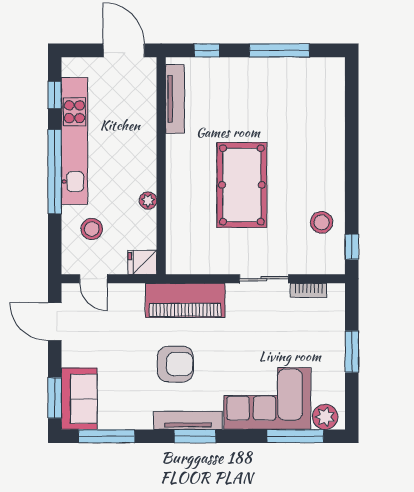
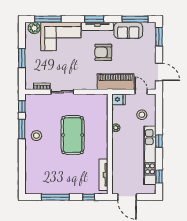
window: (55, 172) -> (159, 141), width x0.32
window: (352, 198) -> (22, 129), added
stool: (322, 222) -> (36, 136), moved
piano: (185, 300) -> (116, 82), moved
sofa: (79, 399) -> (128, 30), moved, turned -90

